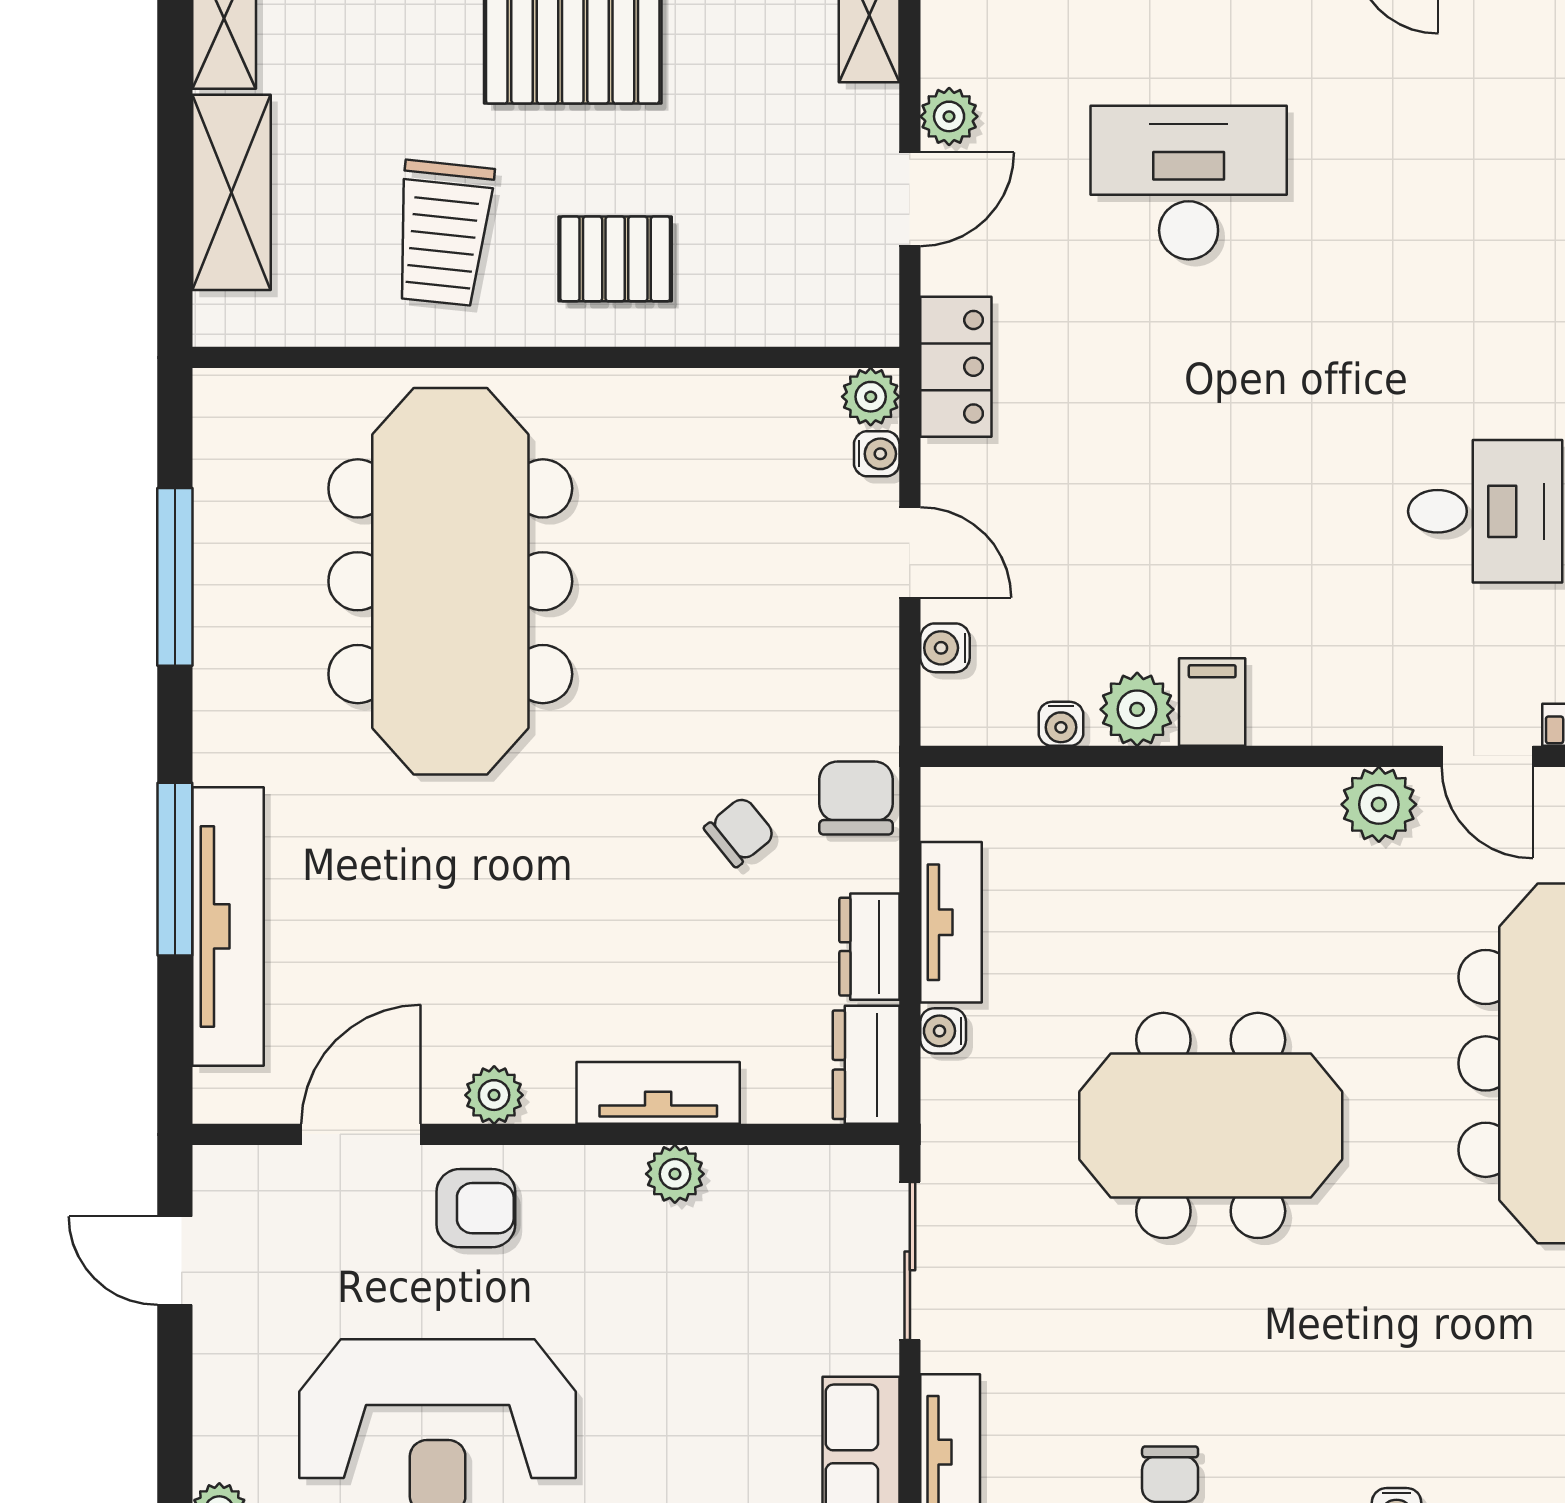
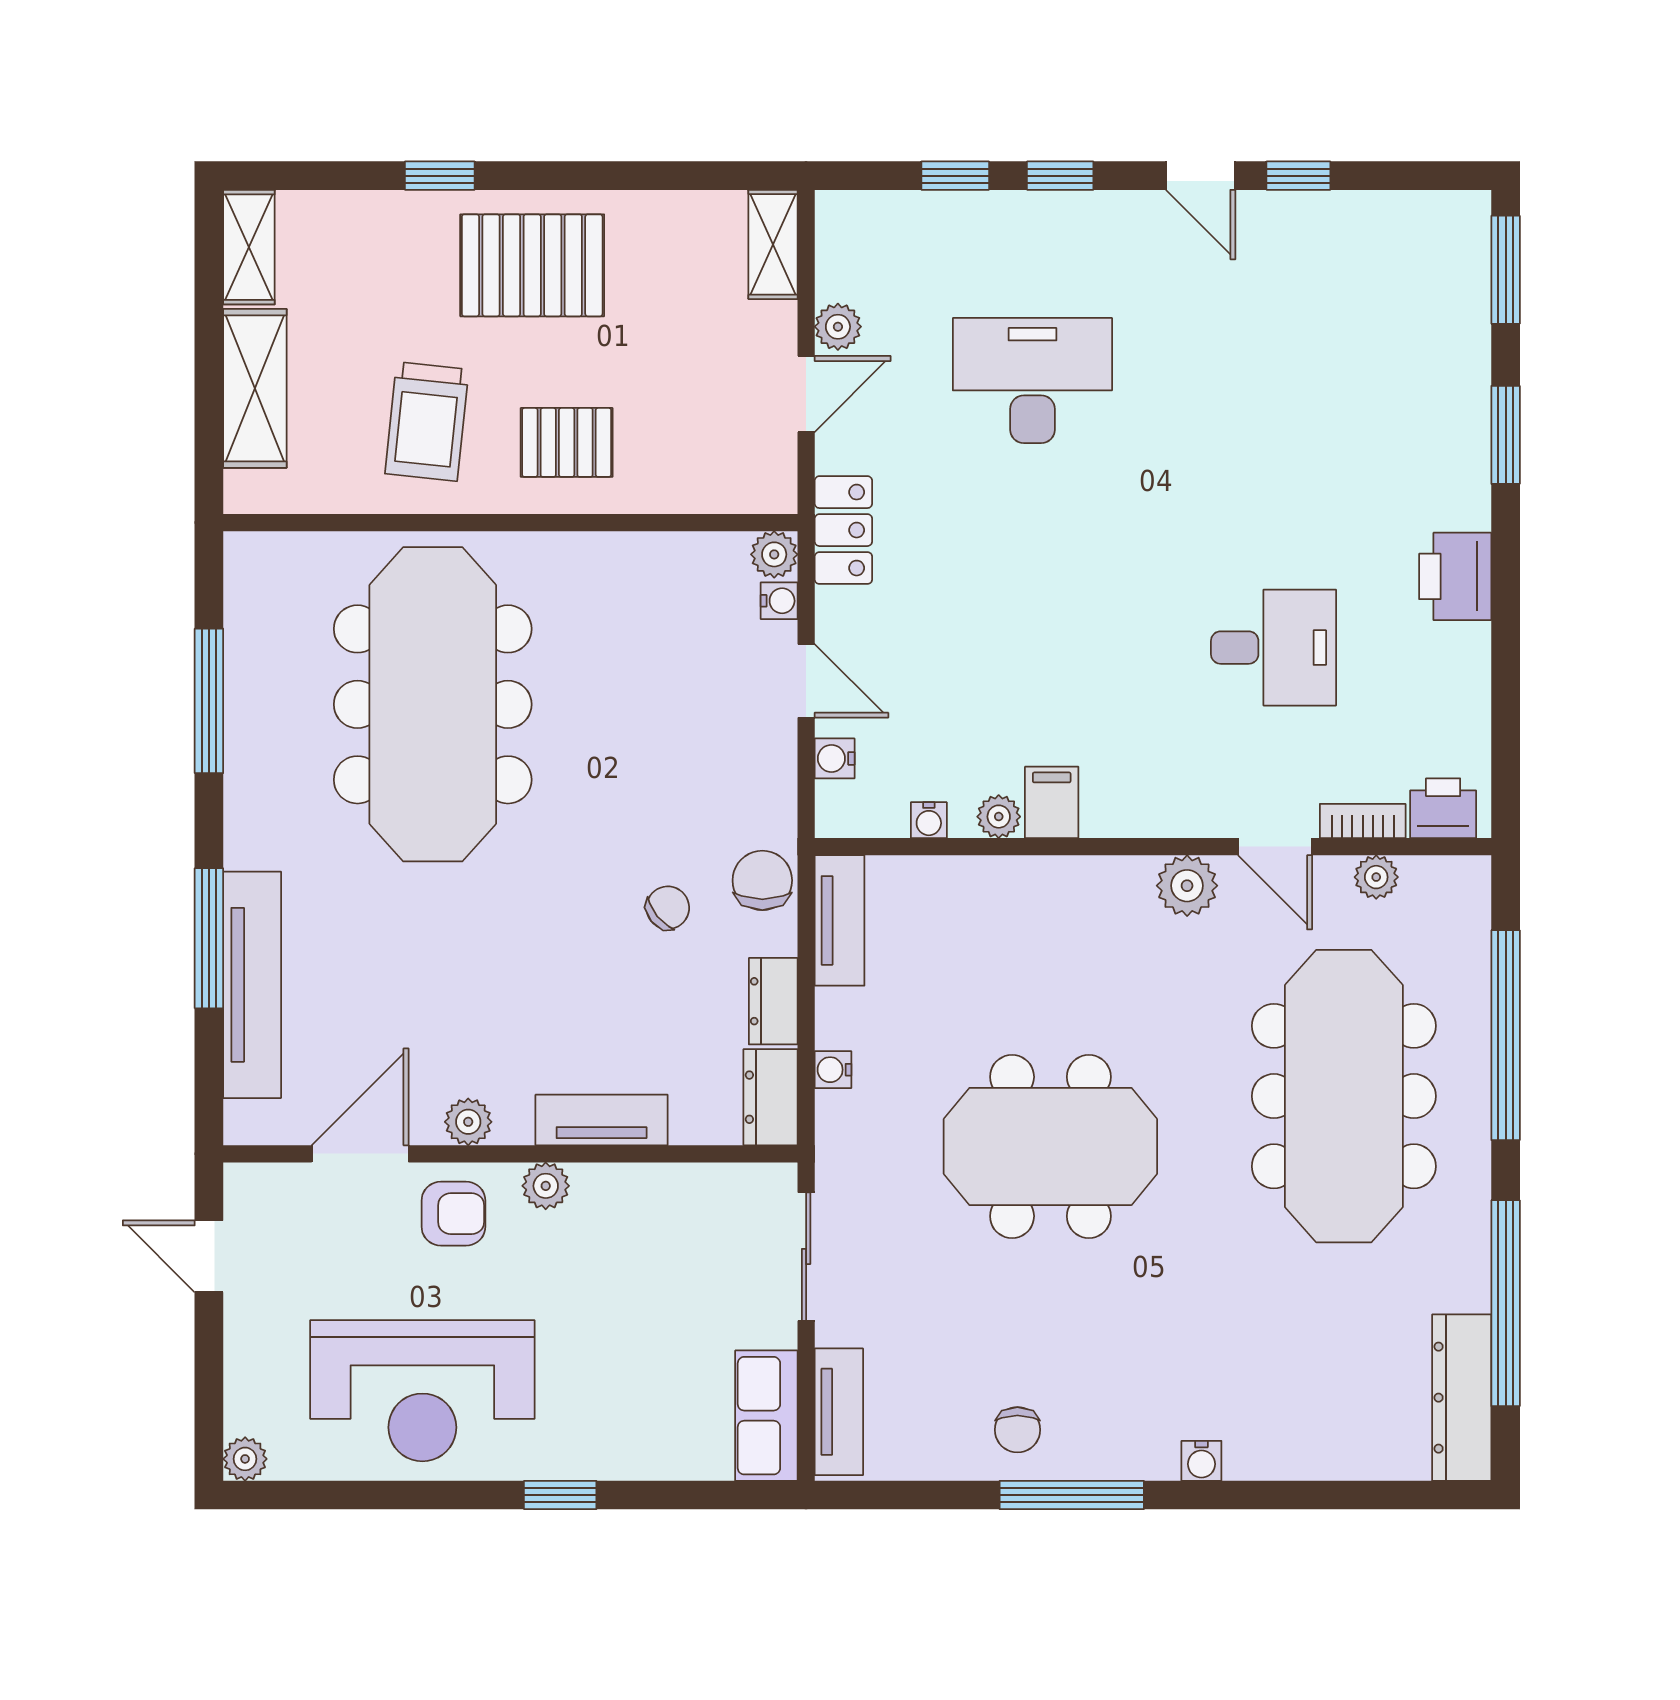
plant: (1137, 709) -> (999, 817), width x0.73, depth x0.73
tv unit: (951, 922) -> (840, 920), moved
plant: (675, 1174) -> (546, 1186), moved

